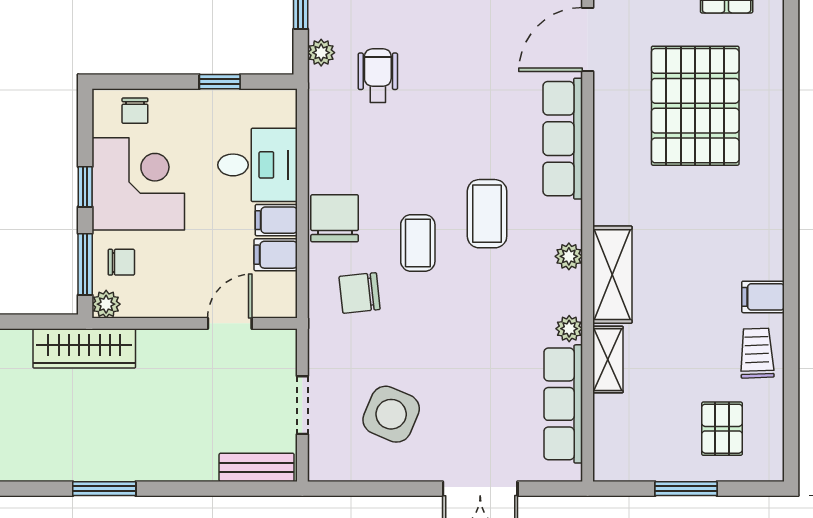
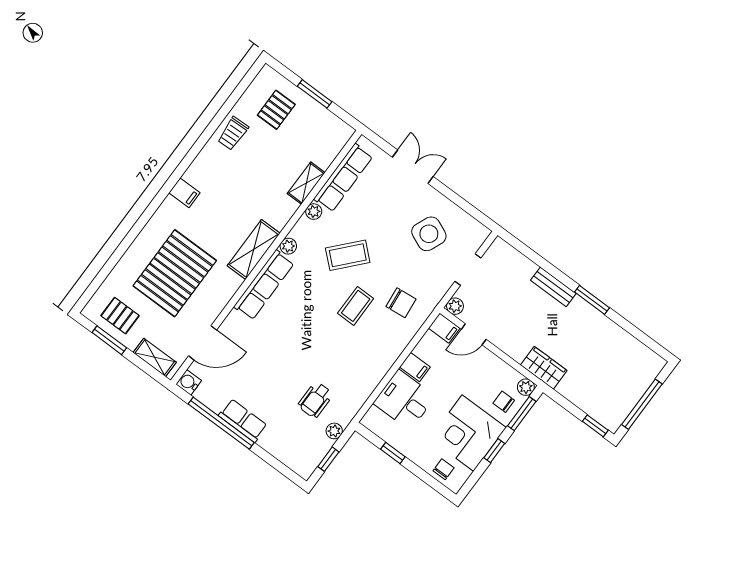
row of seats: (563, 139) -> (264, 285), moved
coffee table: (487, 214) -> (348, 255), moved, turned 42
chair: (335, 218) -> (386, 347), removed
filing cabinet: (276, 255) -> (444, 328), moved
shelving: (612, 275) -> (254, 249), moved
filing cabinet: (763, 297) -> (184, 193), moved
plant: (283, 343) -> (455, 306), added
wardrobe: (84, 348) -> (544, 368), width x0.67
bench: (257, 467) -> (553, 287), moved

